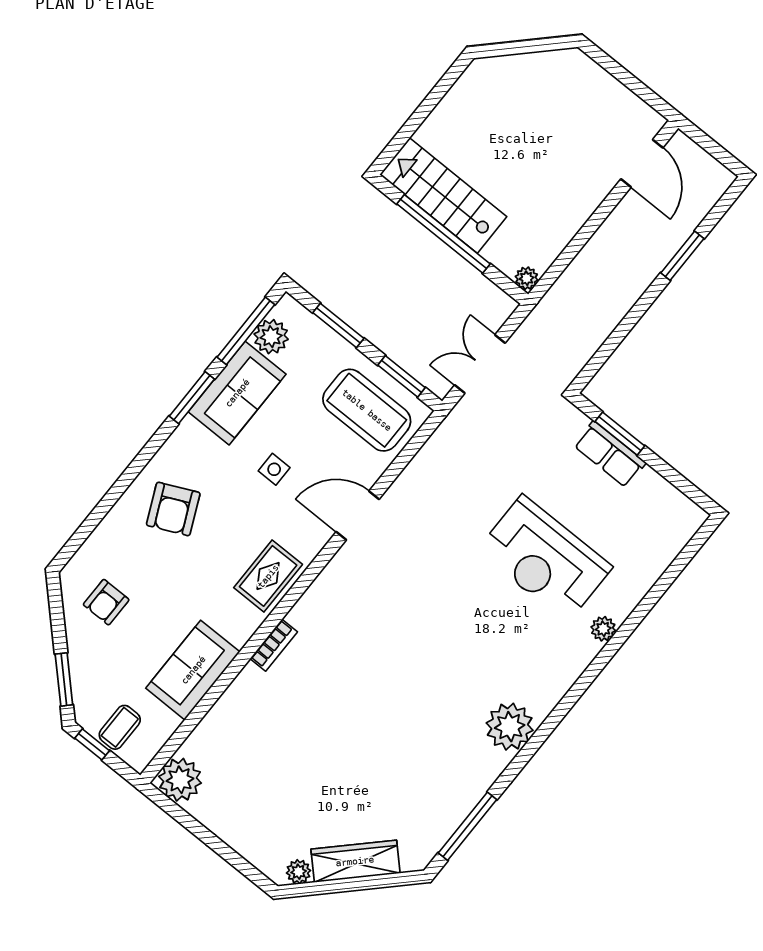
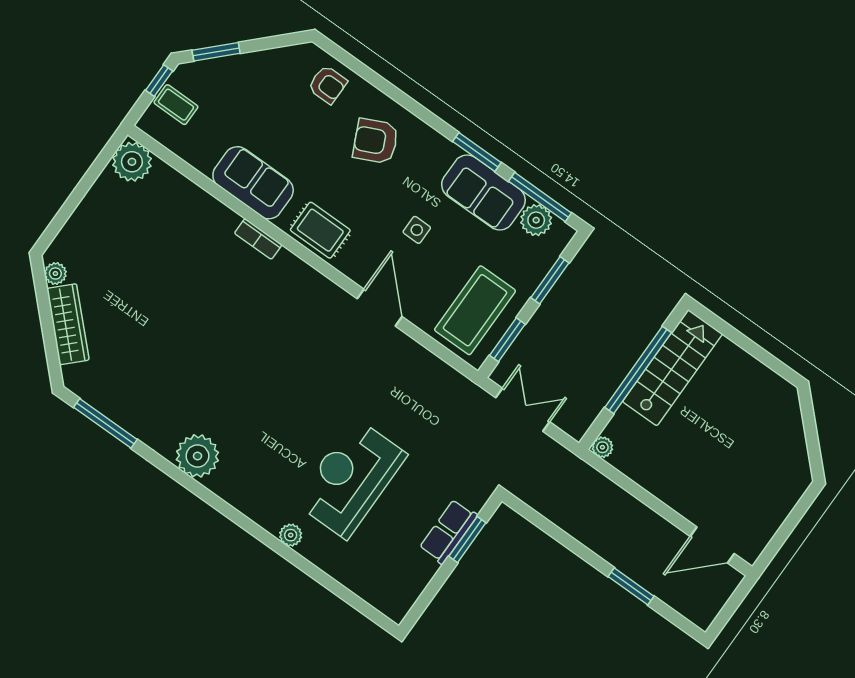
armchair: (106, 602) -> (328, 85), moved, turned 180
sofa: (193, 670) -> (253, 183), moved

